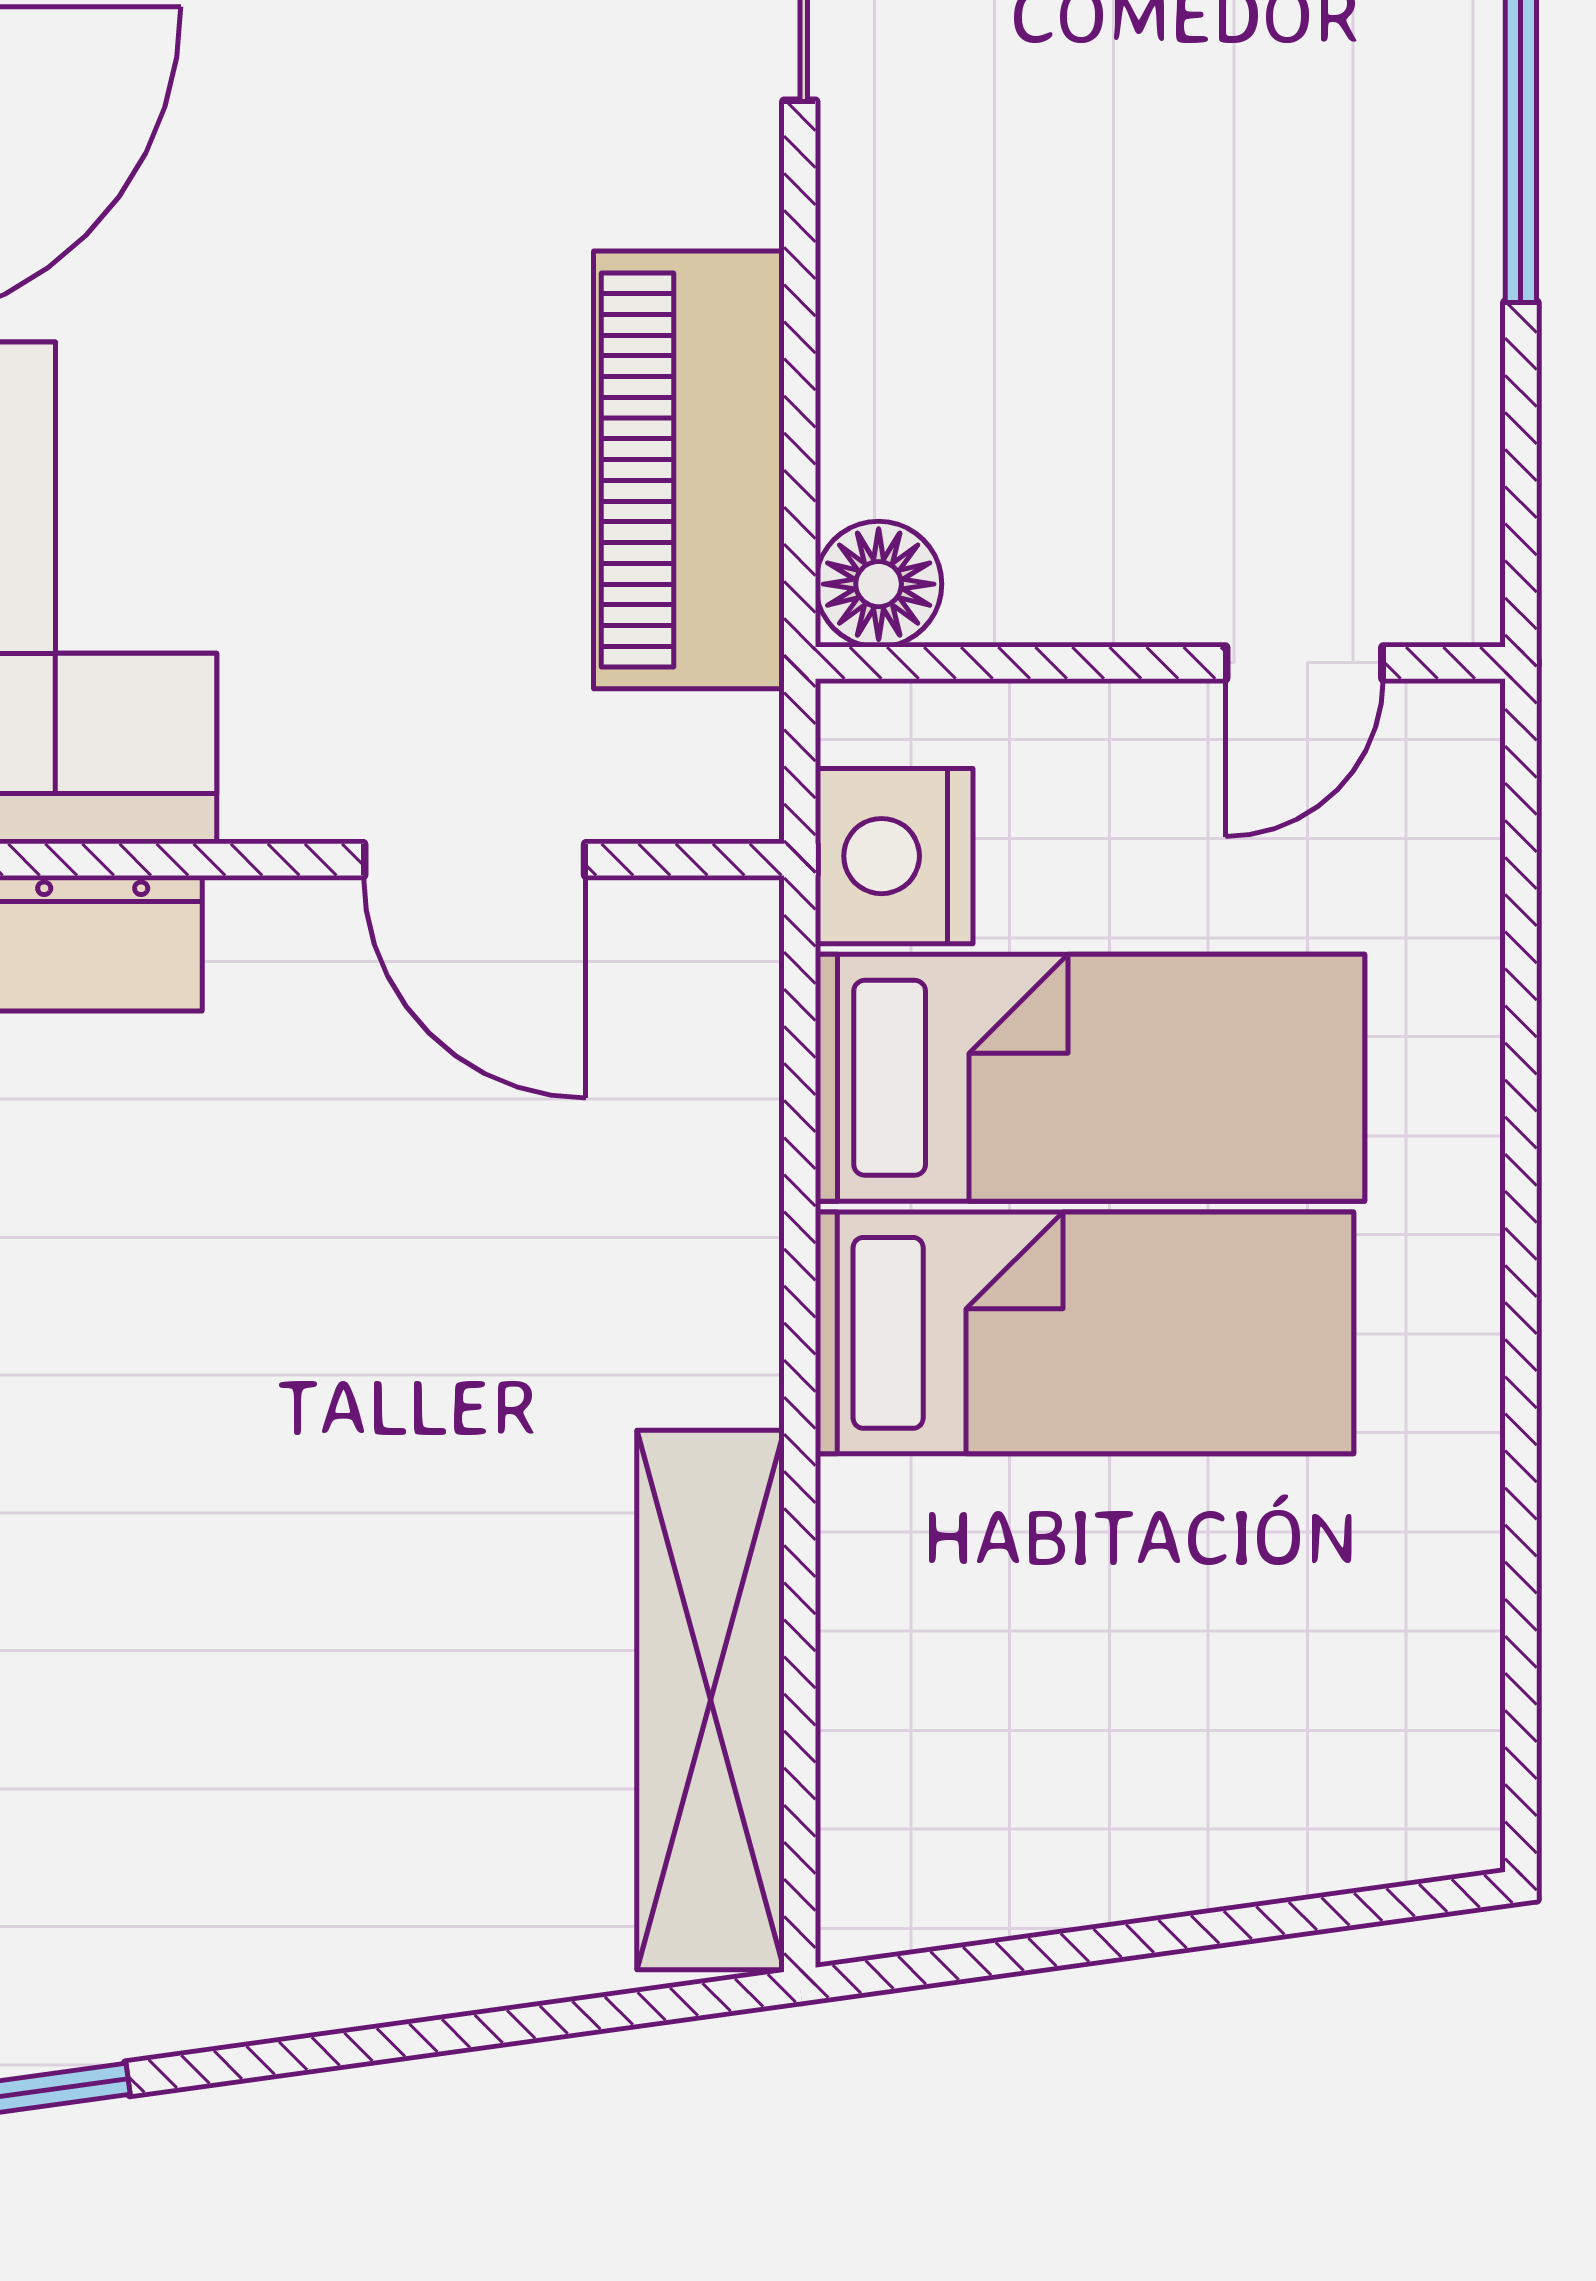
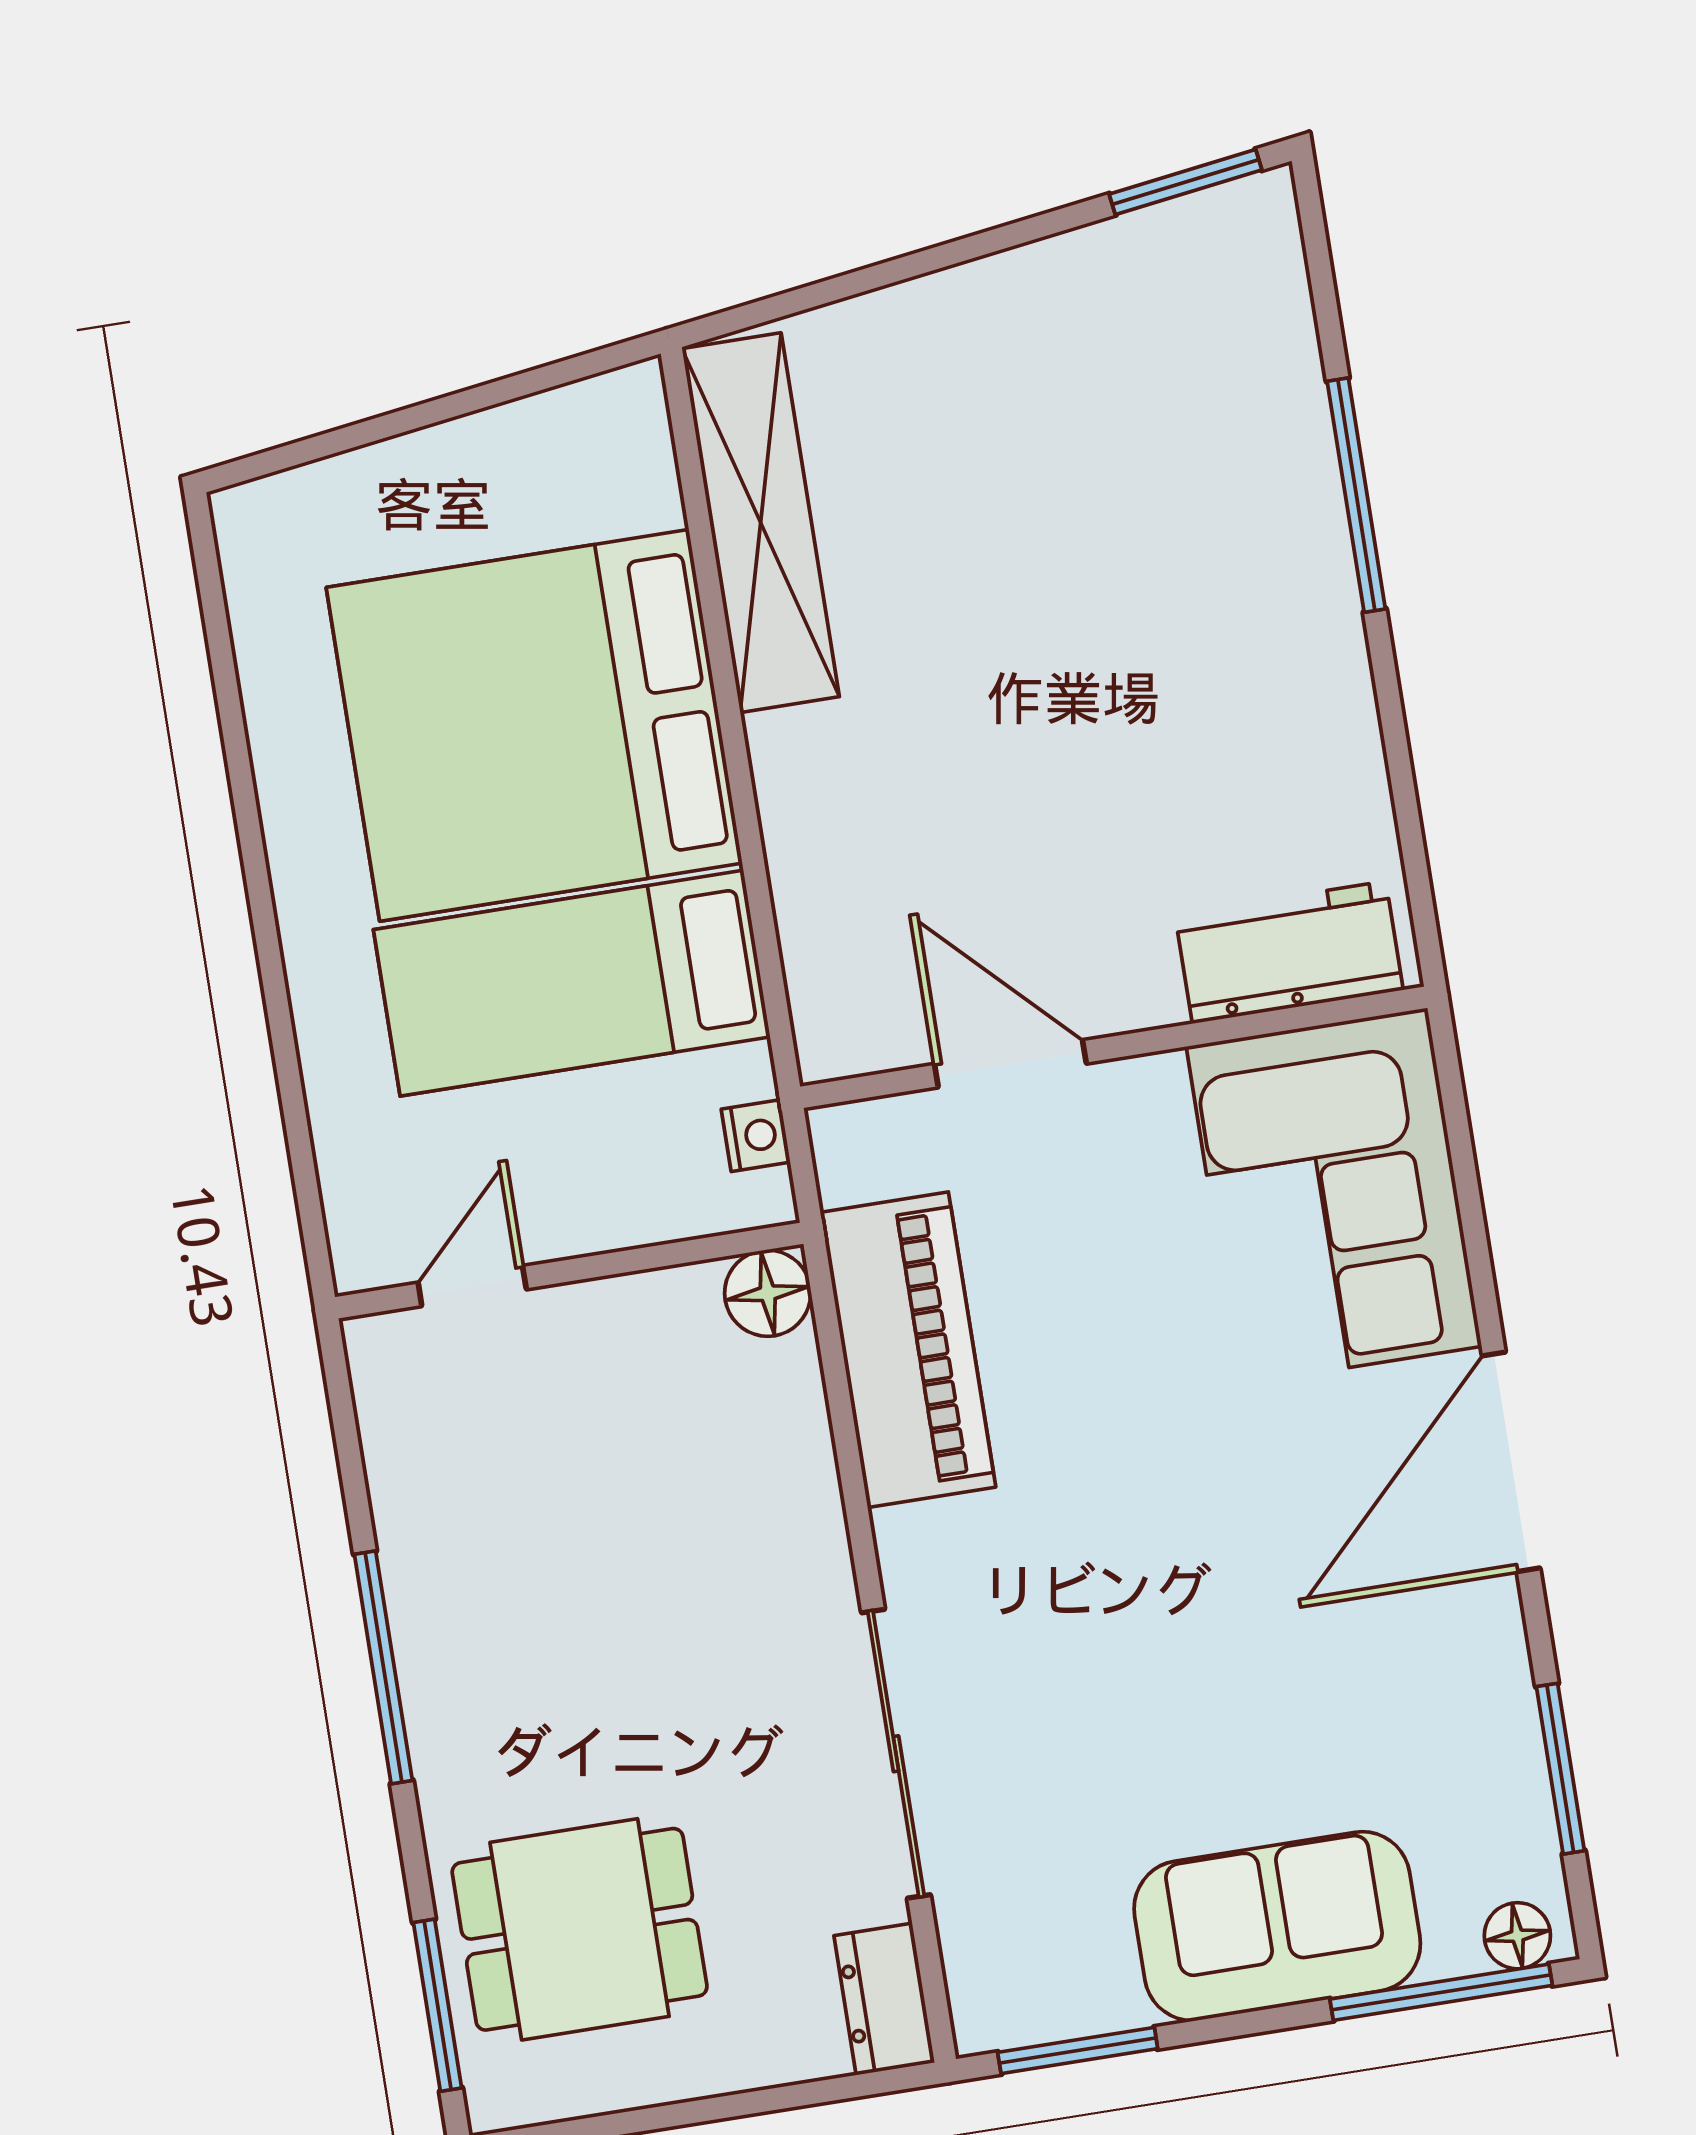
nightstand: (894, 856) -> (756, 1136), width x0.53, depth x0.56
bed: (1085, 1333) -> (534, 725), width x2.04

